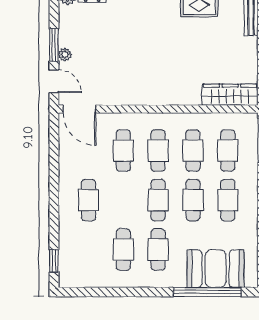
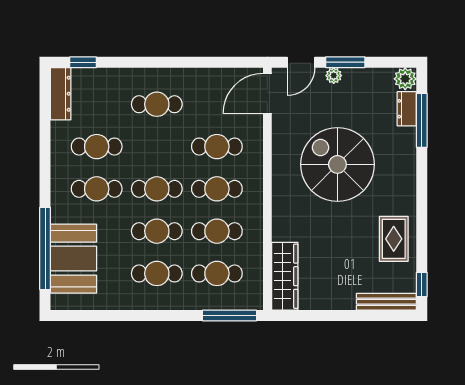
spiral stairs: (138, 51) -> (337, 164), added
dresser: (80, 279) -> (61, 94), added

